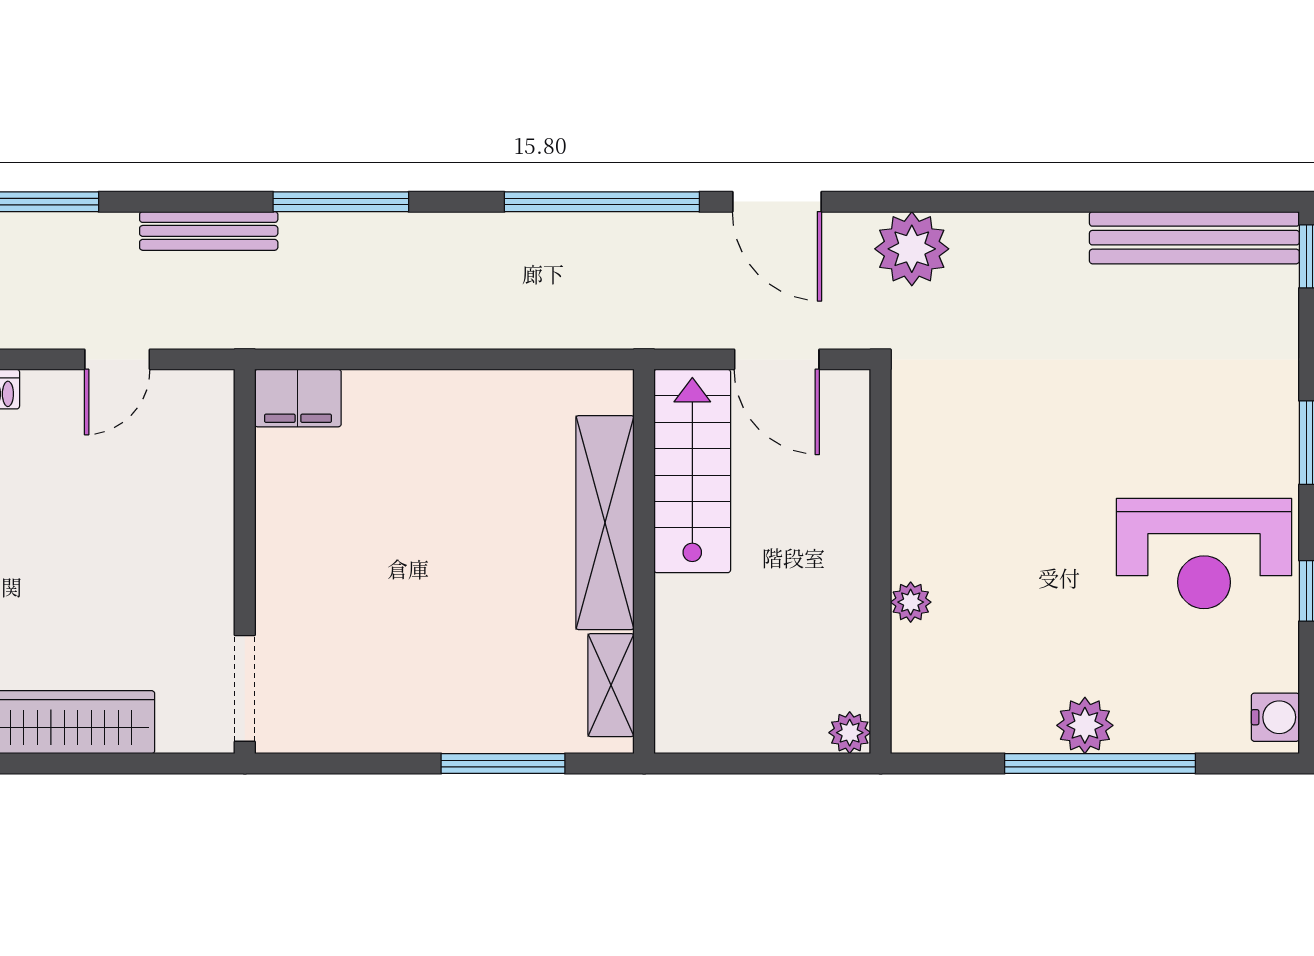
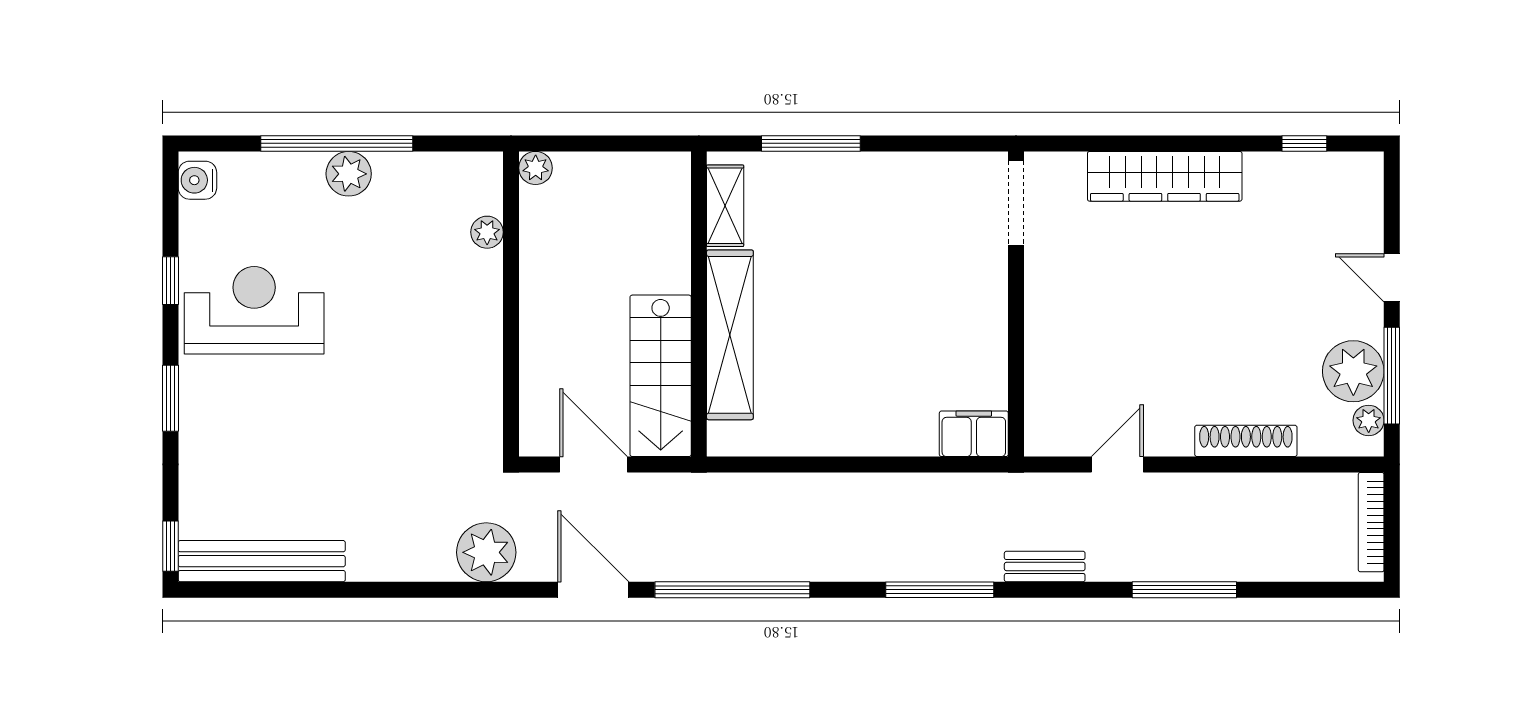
bench: (209, 231) -> (1045, 566), width x0.73
plant: (911, 602) -> (487, 232), moved

